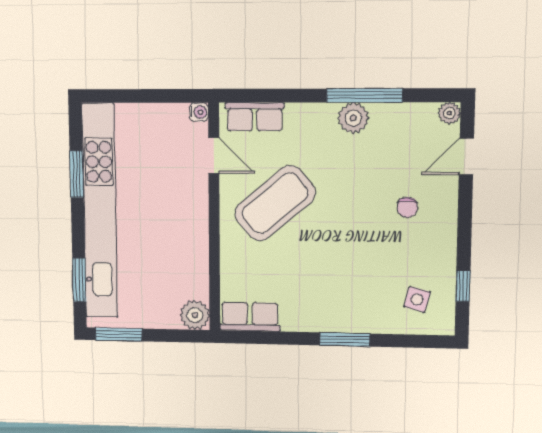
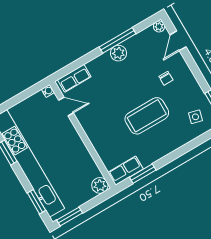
coffee table: (275, 203) -> (147, 116), moved, turned 40
window: (345, 340) -> (143, 174), moved

